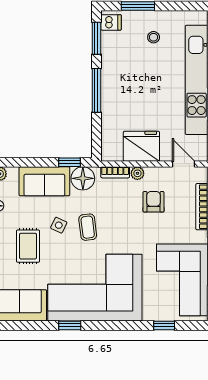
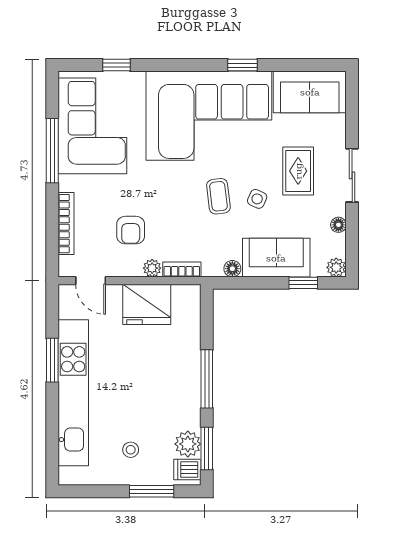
plant: (111, 42) -> (188, 444), added
window: (69, 162) -> (303, 283), moved
floor lamp: (83, 178) -> (232, 269), width x0.53, depth x0.53

